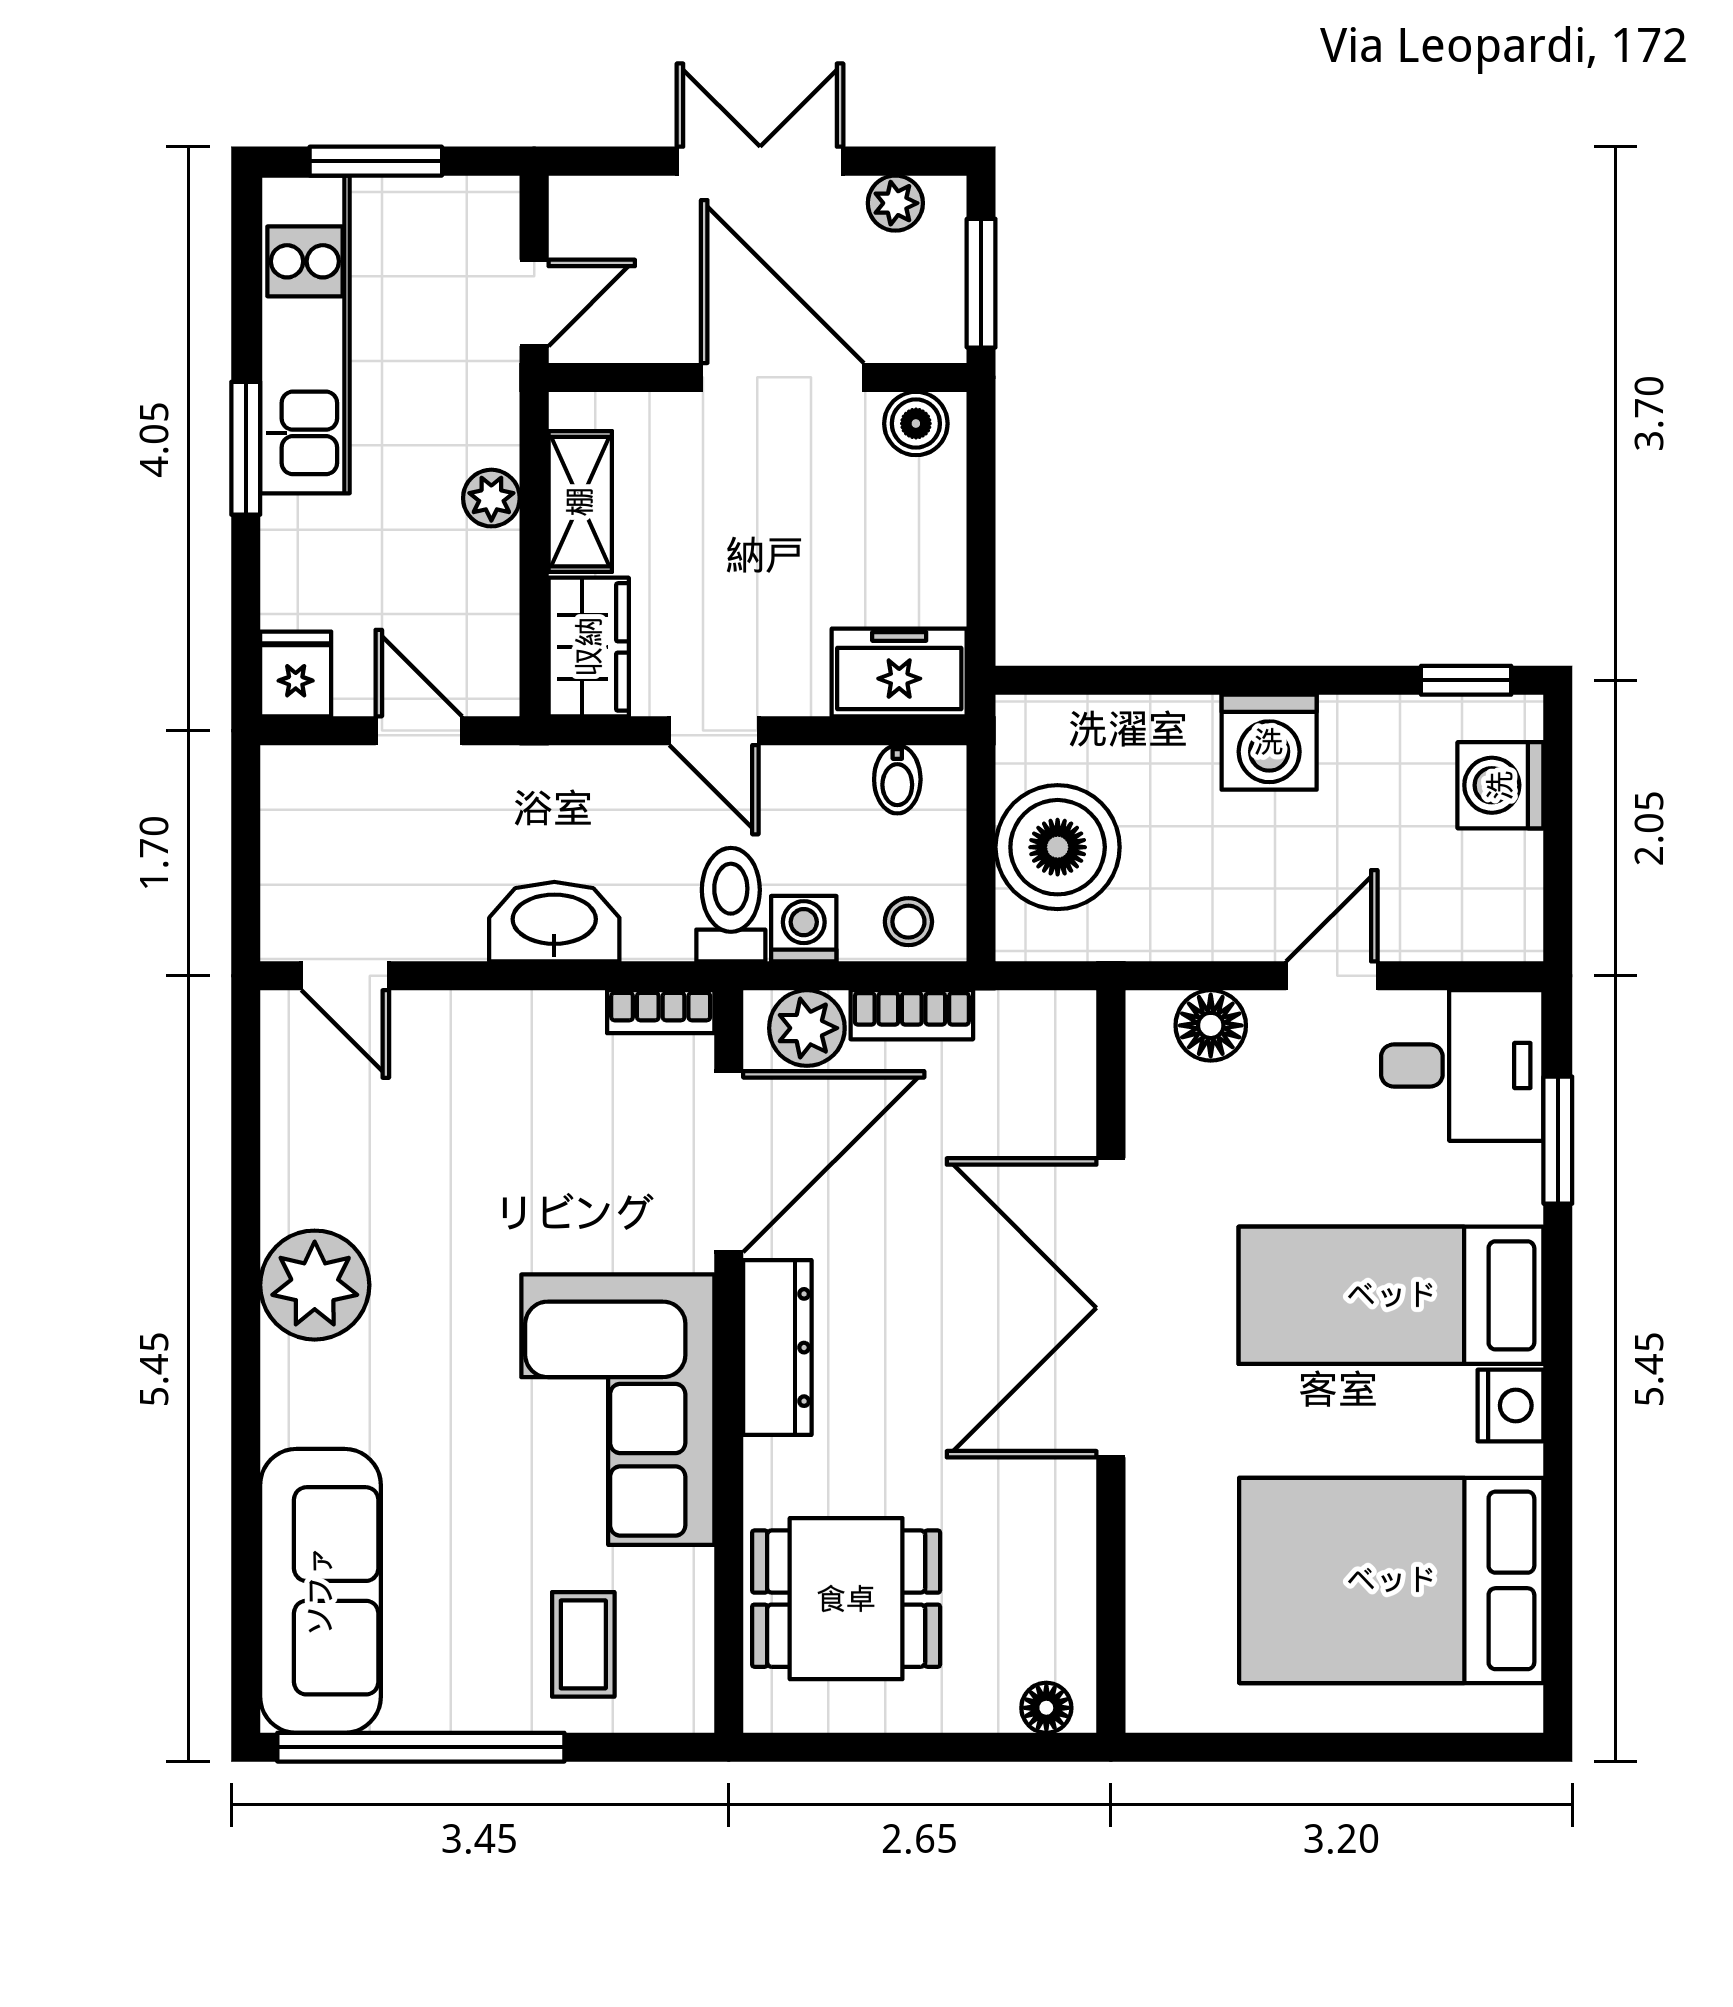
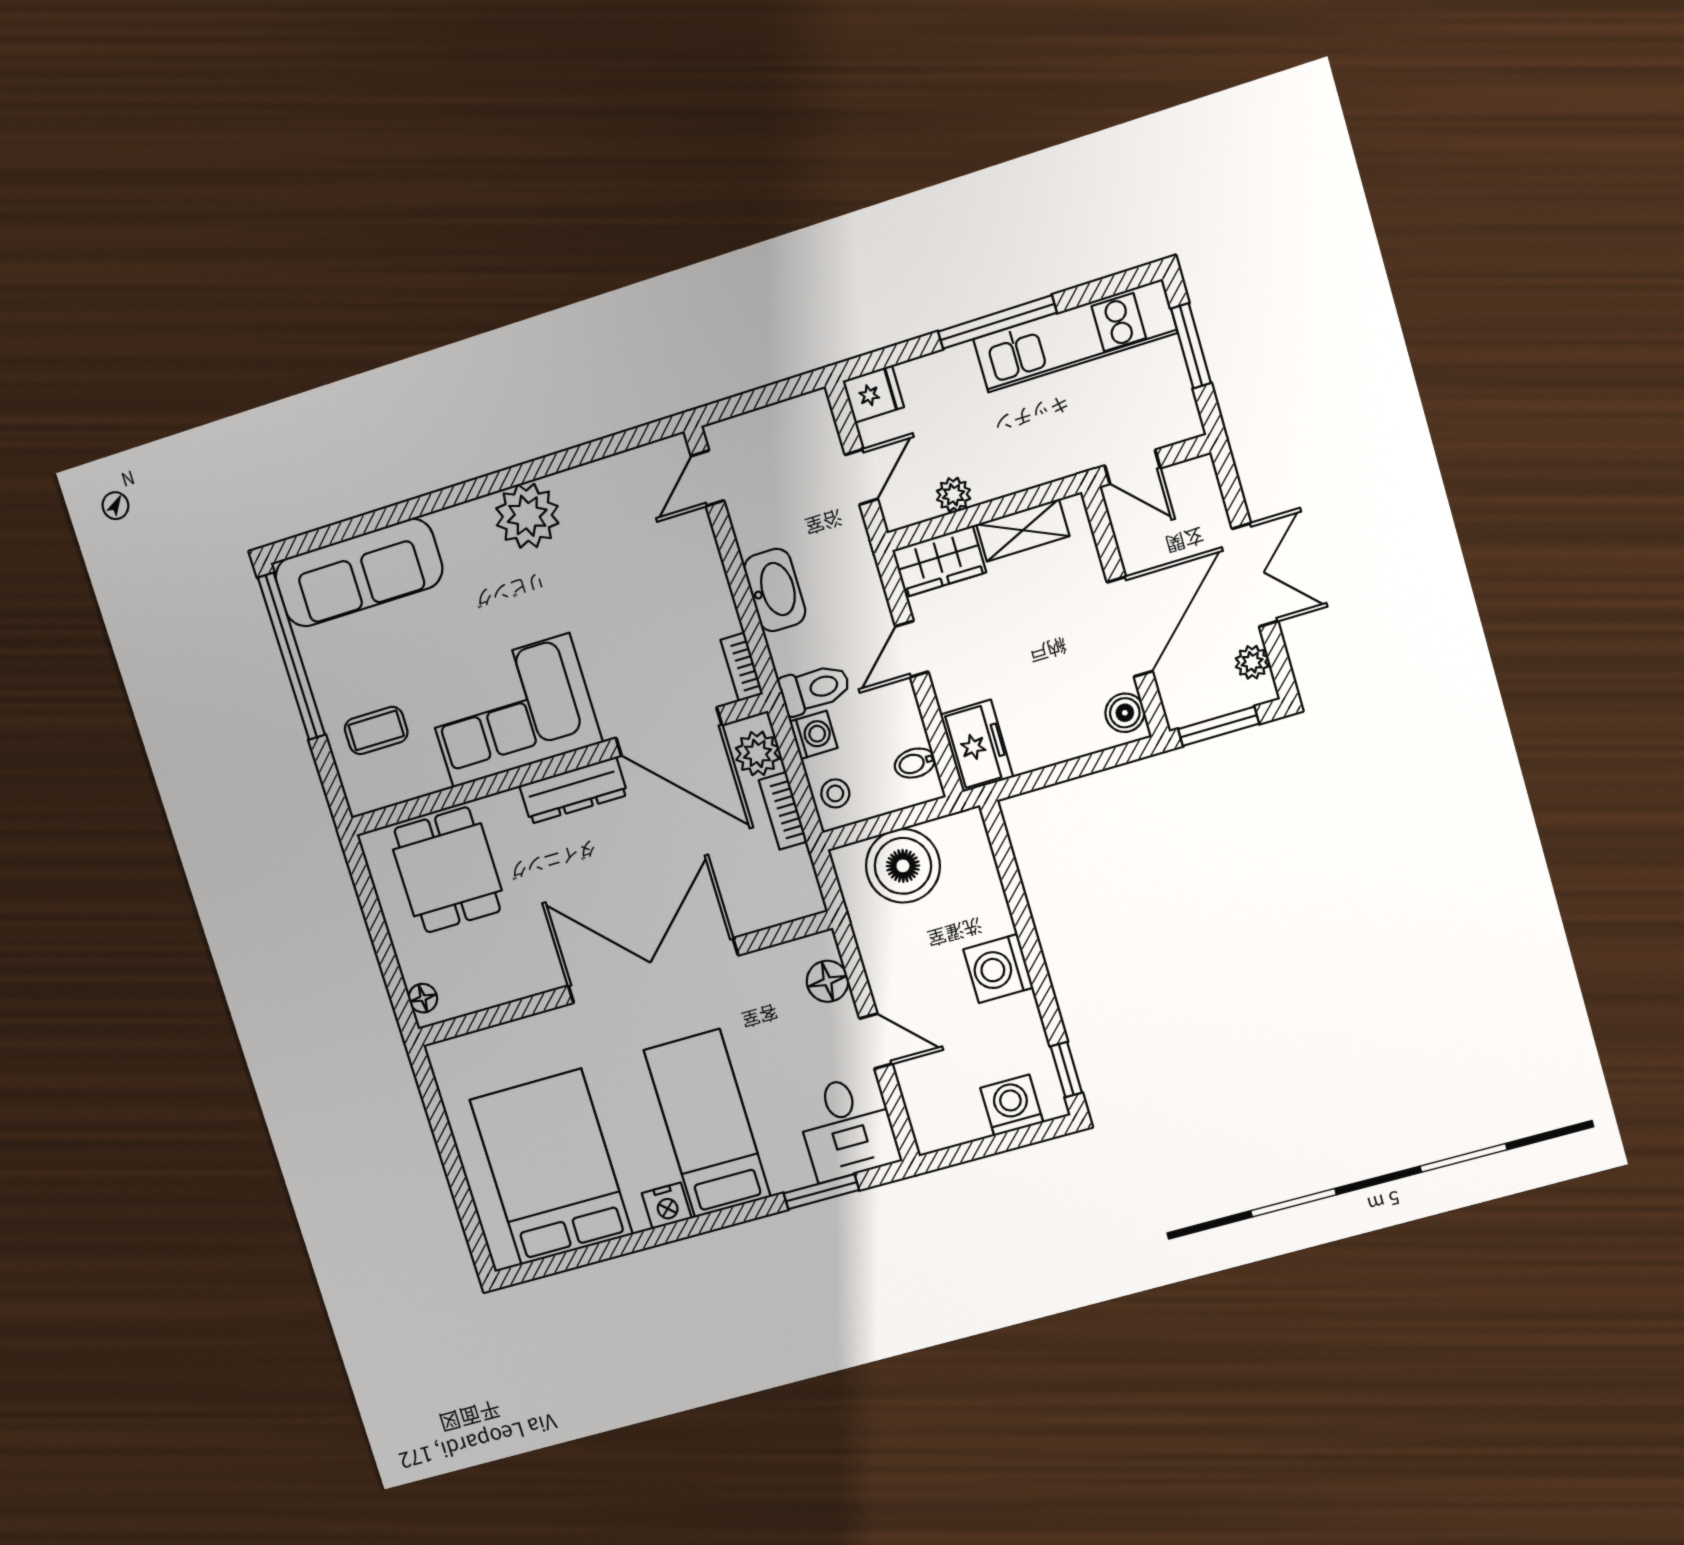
window: (246, 448) -> (997, 322), width x1.44
plant: (491, 498) -> (954, 495), moved

